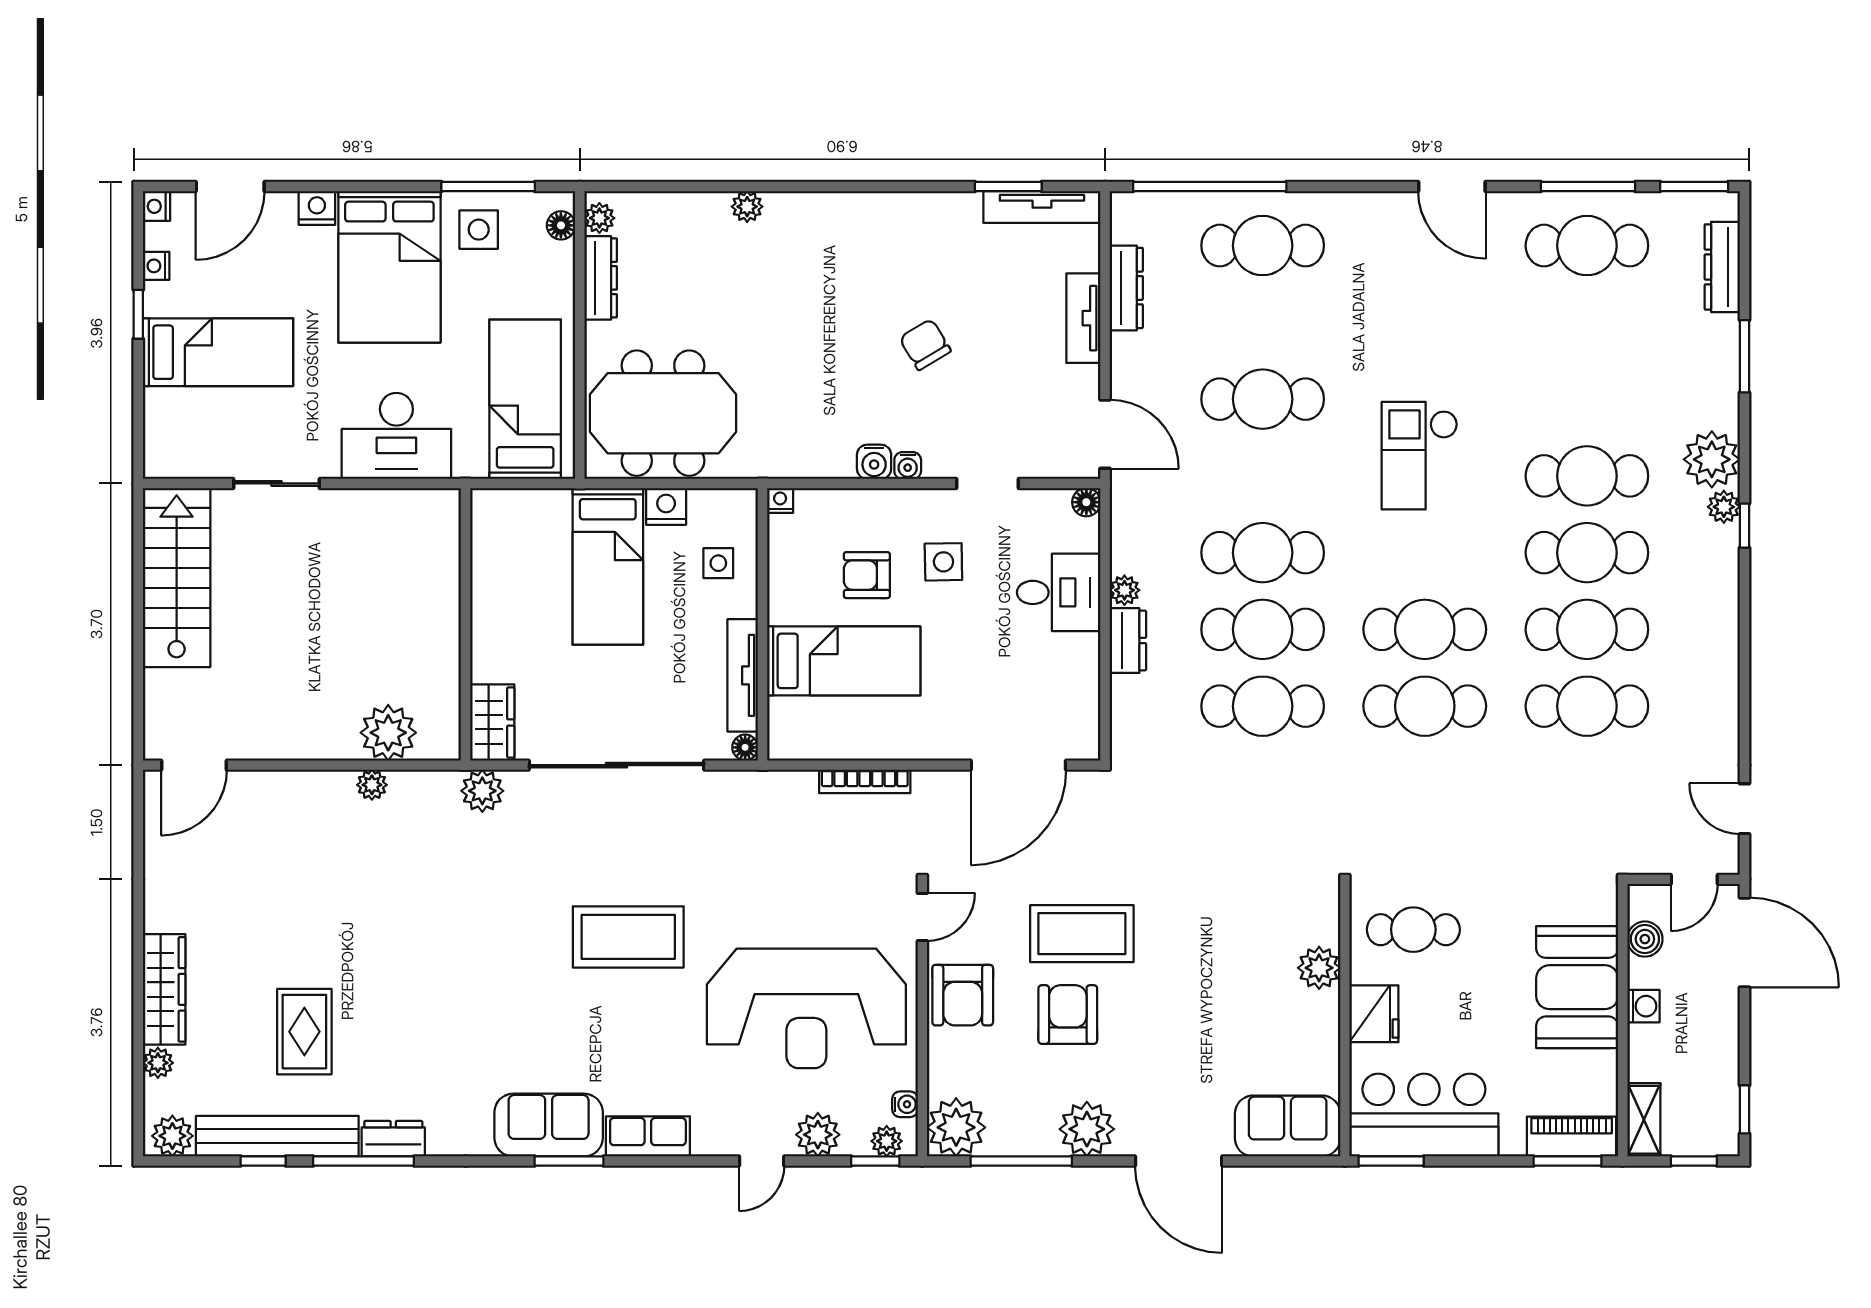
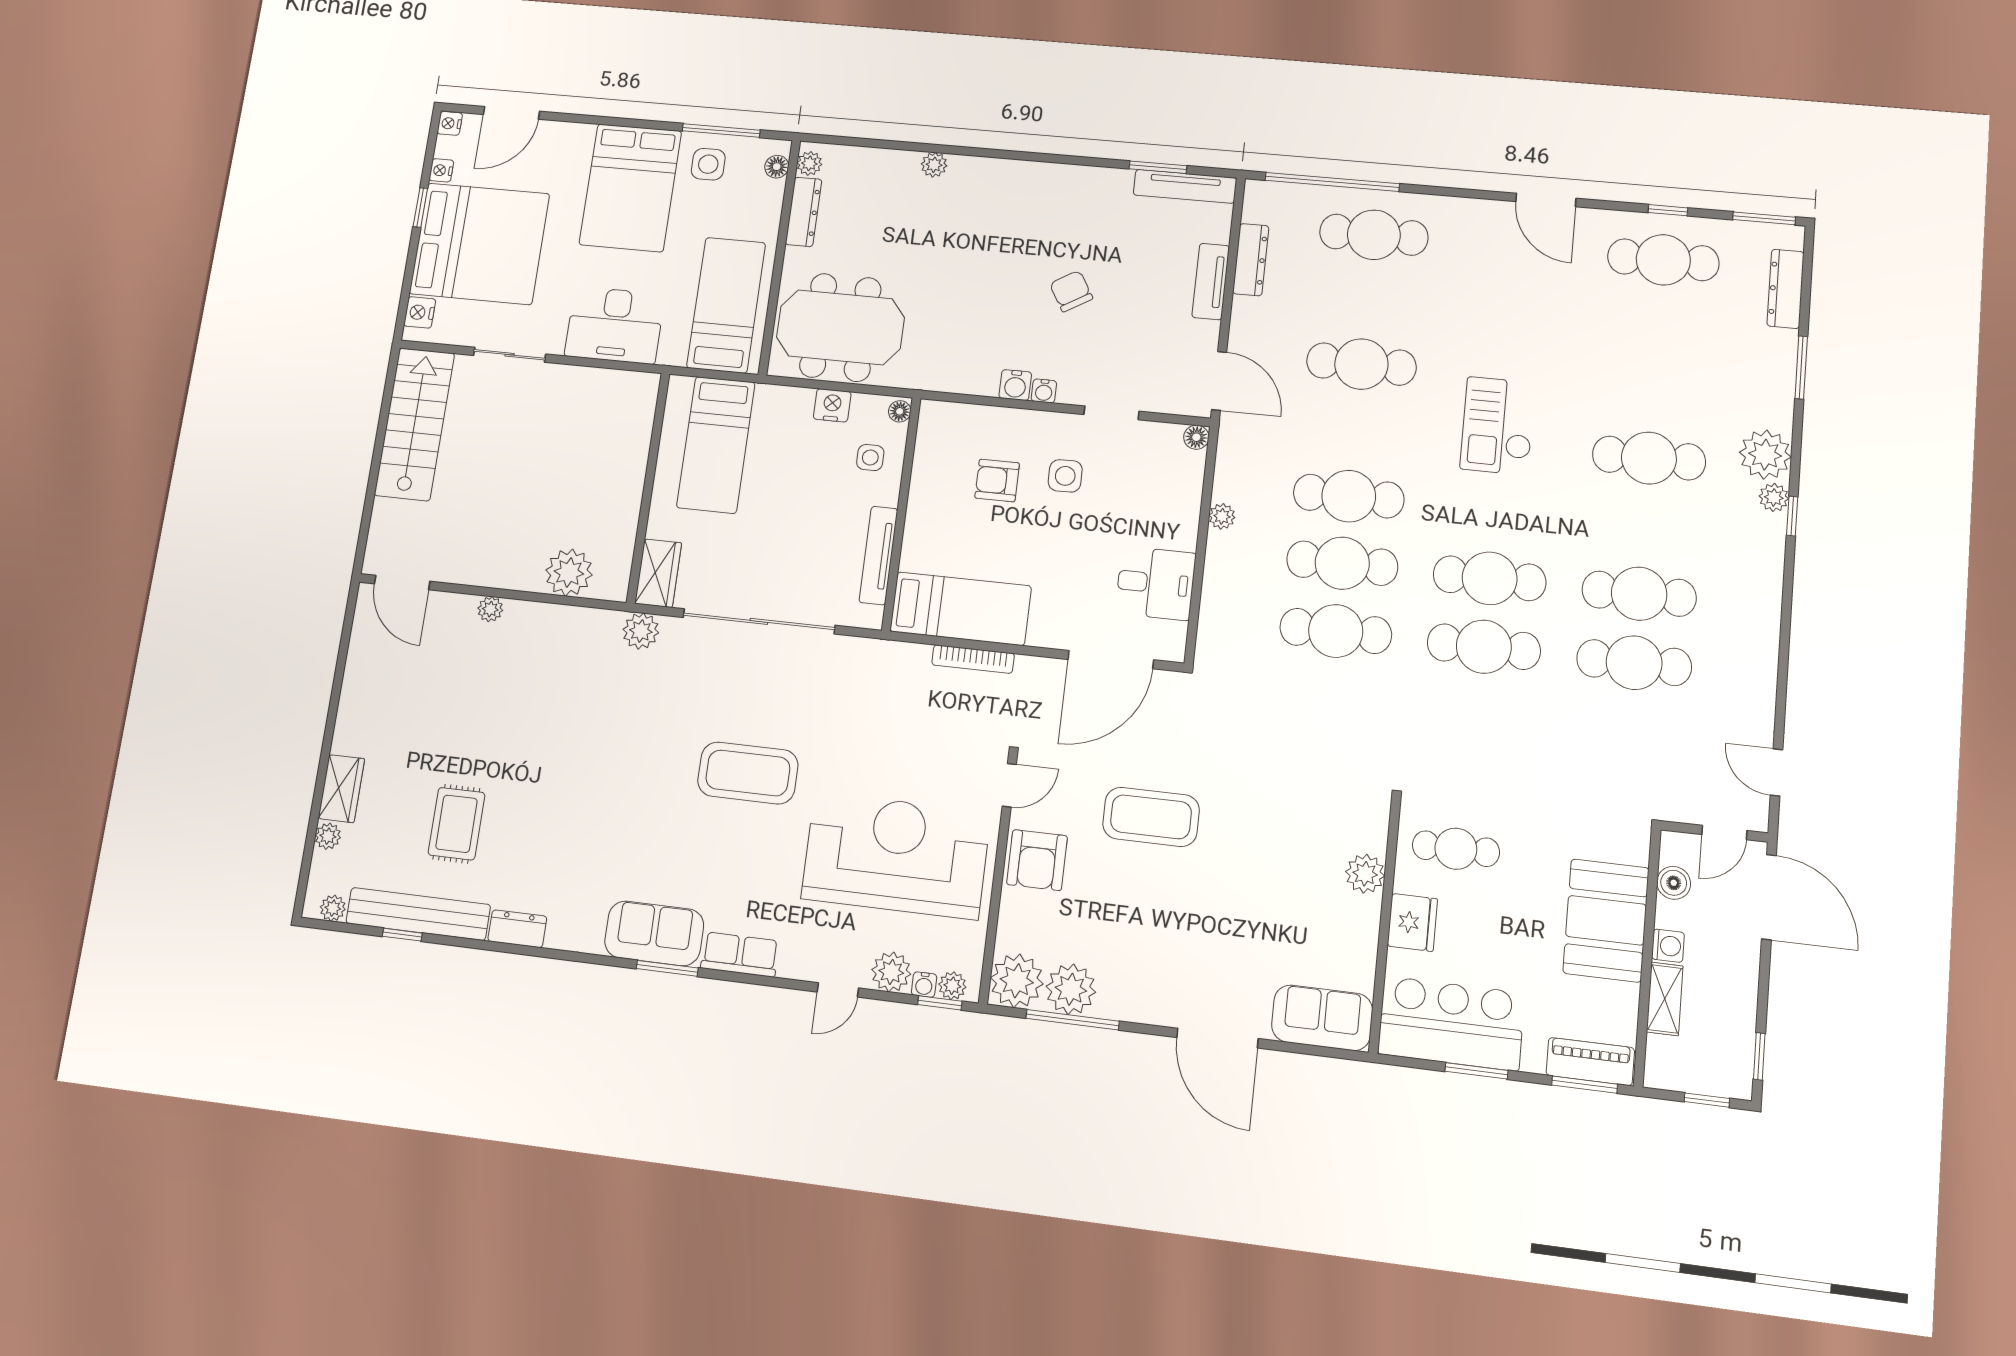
window: (1588, 187) -> (1668, 210), width x0.46
nightstand: (317, 208) -> (420, 312), moved, turned -90
bed: (218, 352) -> (480, 244), width x2.04
nightstand: (780, 500) -> (930, 410), removed
cafe table: (1587, 553) -> (1644, 525), removed
bed: (608, 566) -> (716, 445), moved
desk: (1059, 592) -> (1156, 583), moved
dresser: (1128, 641) -> (1220, 560), removed
bed: (844, 661) -> (961, 609), moved
floor lamp: (745, 747) -> (900, 411), moved
door: (194, 765) -> (402, 583), hinge flipped
plant: (372, 785) -> (490, 609), moved
wardrobe: (164, 989) -> (341, 789), width x0.67
reception desk: (806, 1008) -> (896, 855), turned 180
armchair: (1068, 1015) -> (1130, 889), removed
water cooler: (905, 1104) -> (924, 985), moved, turned 90
shelving: (1644, 1120) -> (1665, 999), moved
plant: (1087, 1129) -> (1071, 989), moved
plant: (172, 1136) -> (333, 908), width x0.73, depth x0.73
window: (363, 1161) -> (488, 946), removed
window: (1391, 1161) -> (1476, 1071), moved

